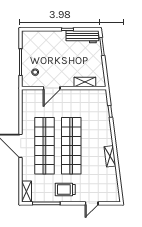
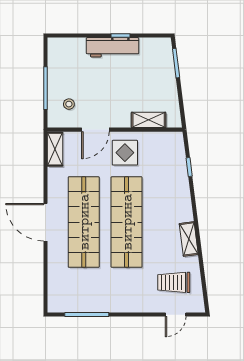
workbench: (82, 37) -> (113, 47), moved
display table: (70, 102) -> (125, 153), added
trolley: (65, 189) -> (174, 282), moved
shelving: (27, 192) -> (55, 149), moved
door: (92, 203) -> (176, 315), moved

